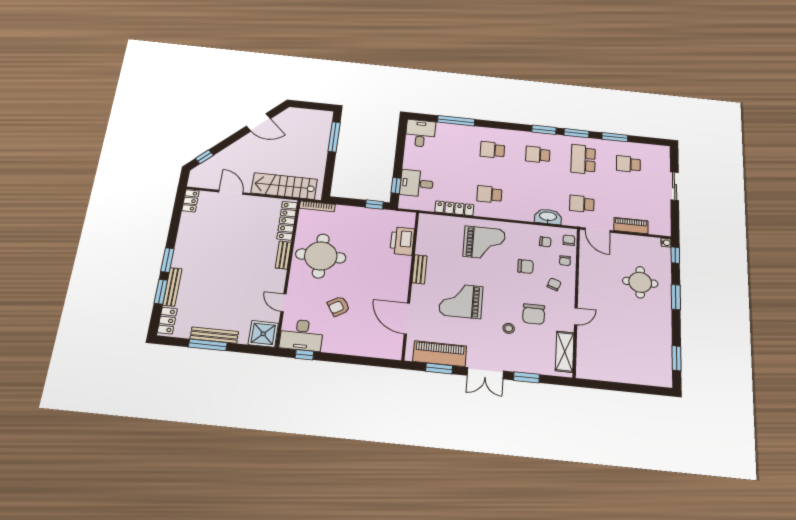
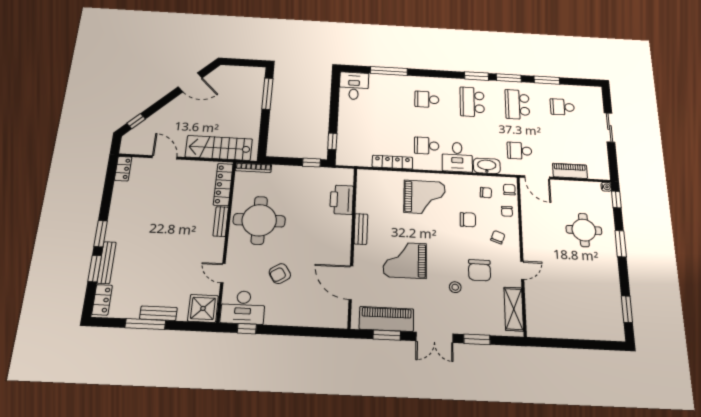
school desk: (538, 155) -> (472, 102), width x1.85
desk: (417, 183) -> (457, 157), moved, turned -90
bench: (214, 335) -> (158, 313), width x0.73

